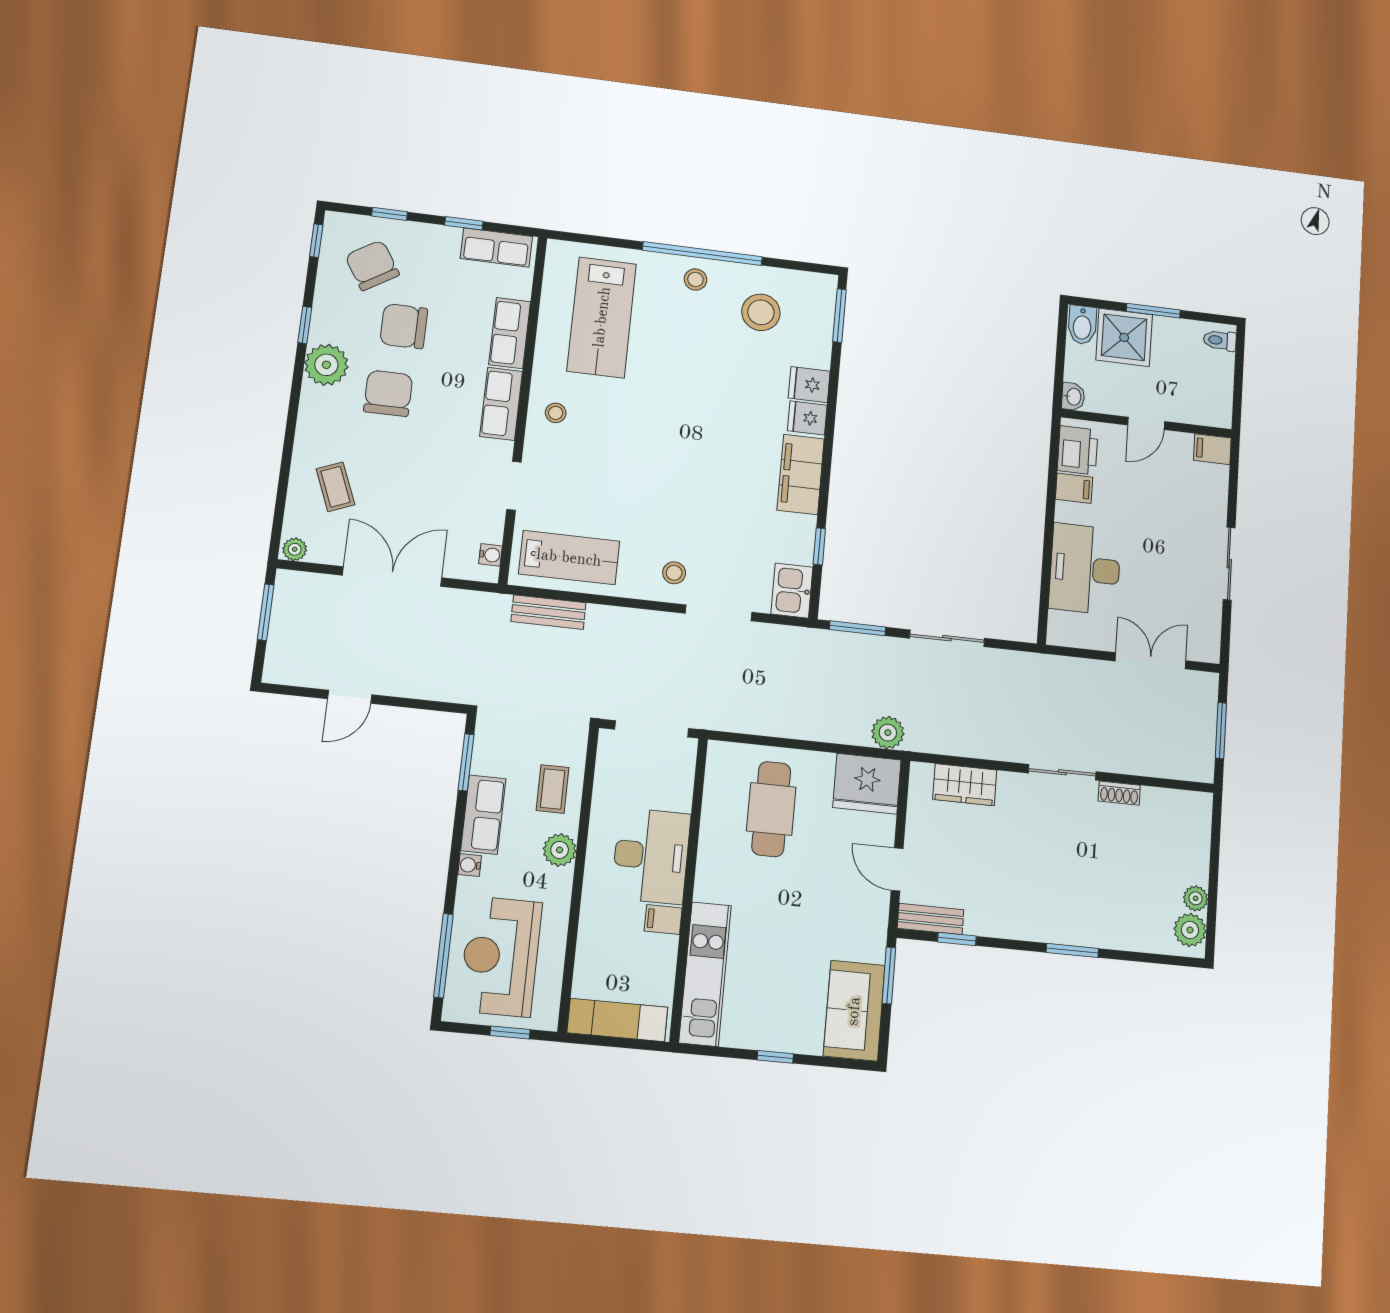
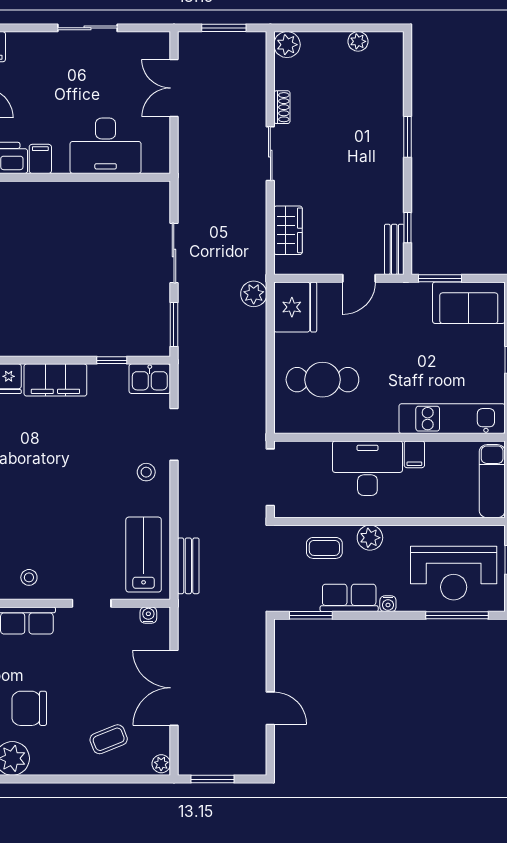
plant: (1190, 930) -> (287, 45), moved

